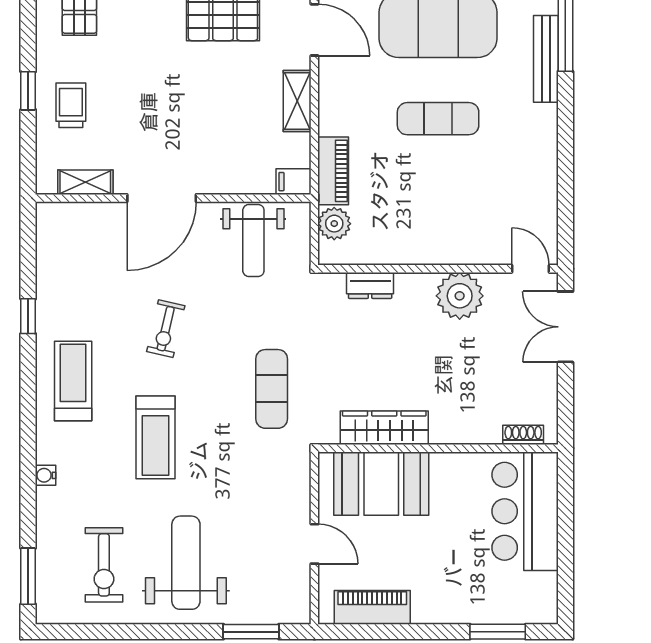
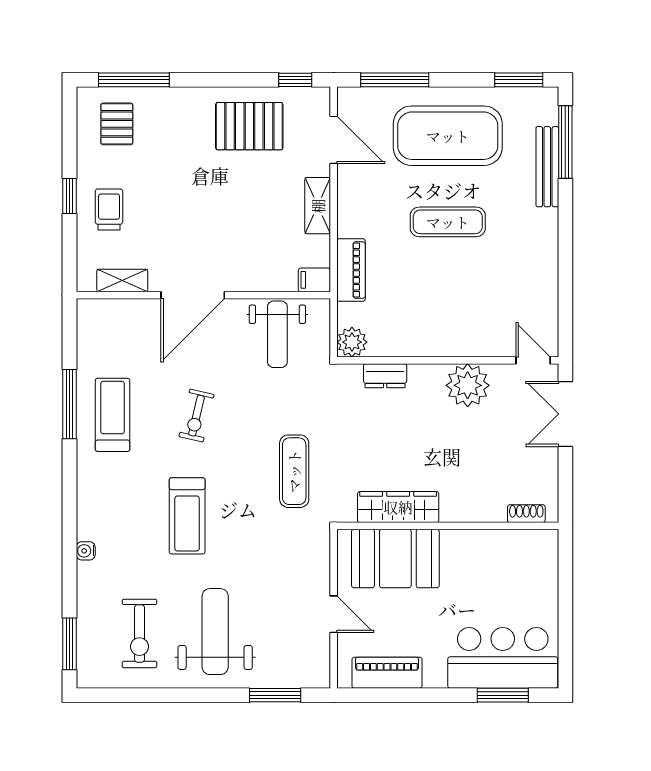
plant: (334, 224) -> (352, 342), moved
window: (28, 316) -> (70, 404), width x2.17
treadmill: (73, 381) -> (113, 415), moved
bar counter: (525, 511) -> (503, 658), moved, turned 90

